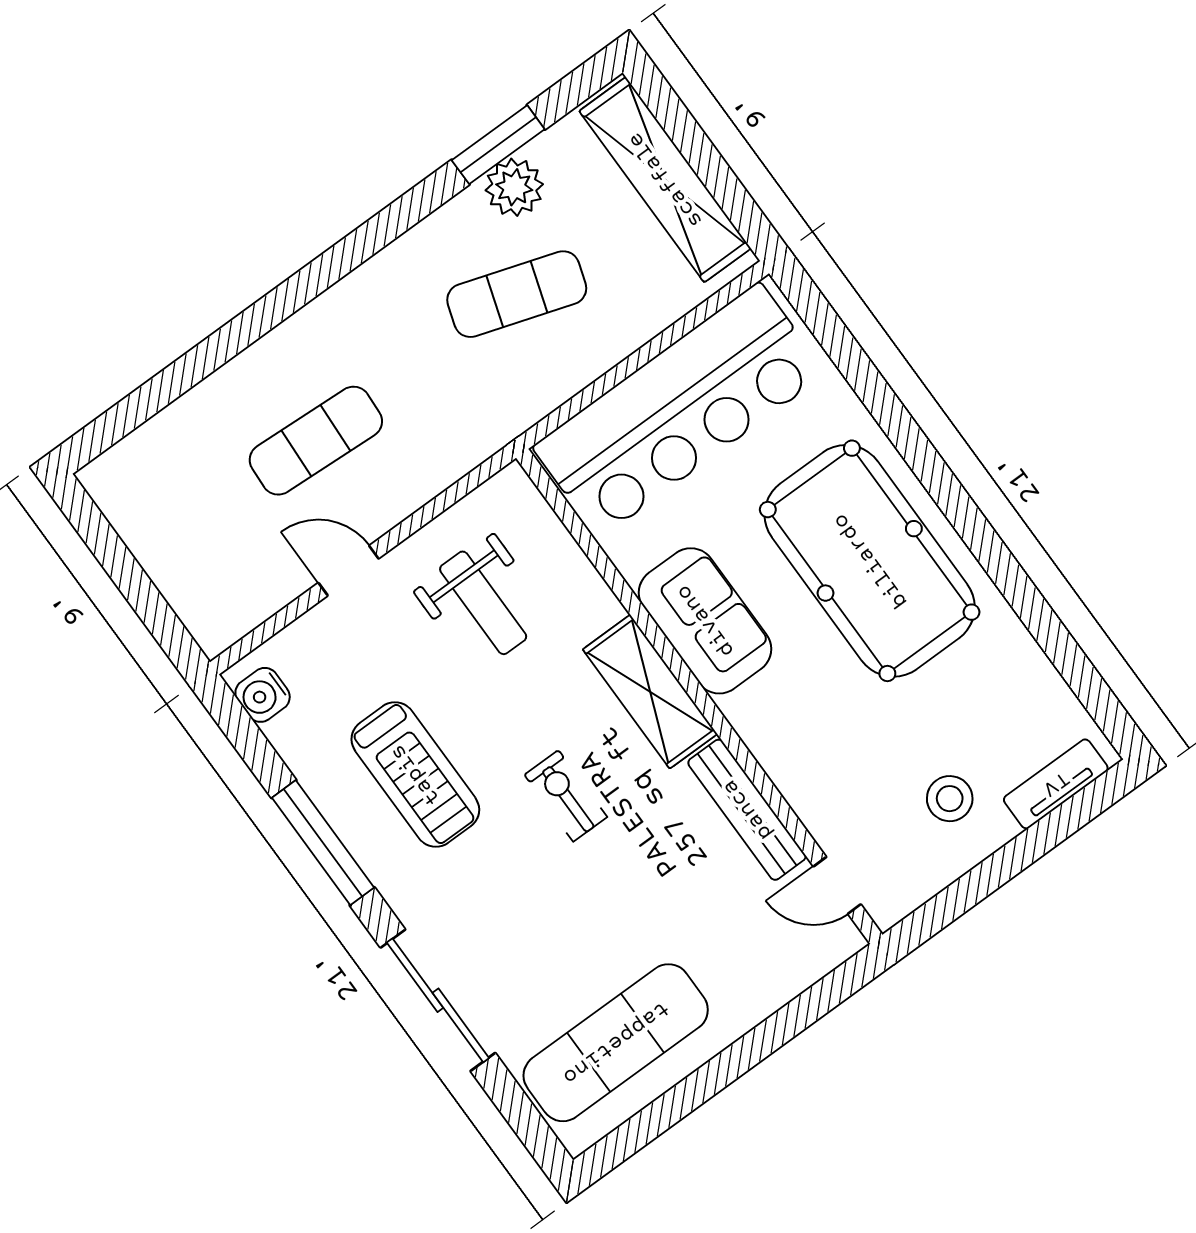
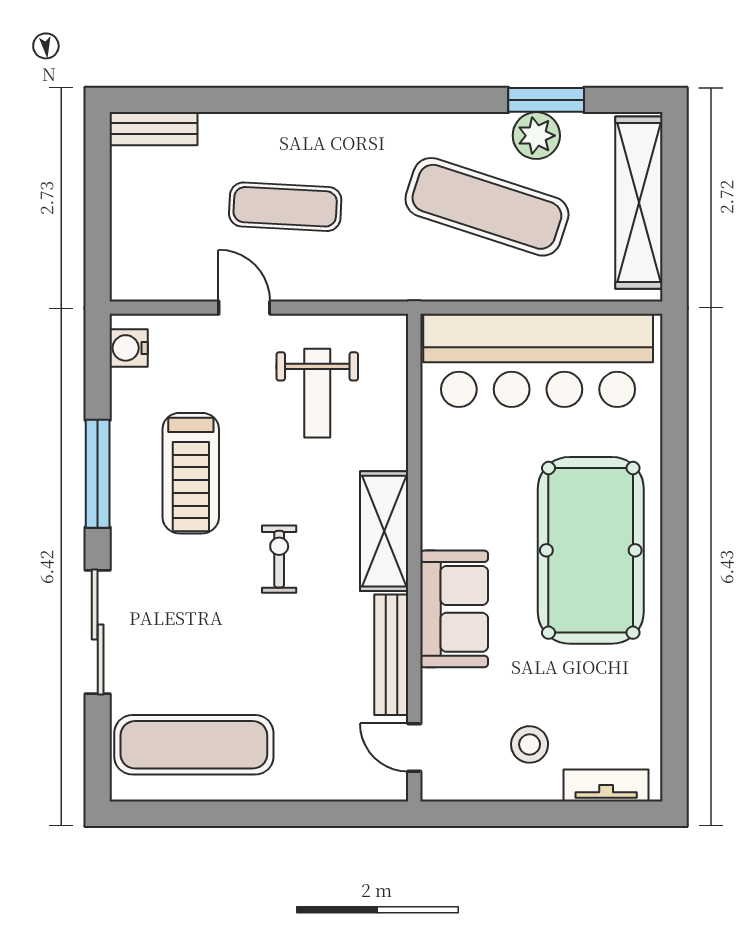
exercise mat: (517, 294) -> (487, 207), width x1.36, depth x1.45
bench: (128, 458) -> (154, 129), added
sofa: (705, 621) -> (454, 609), moved

